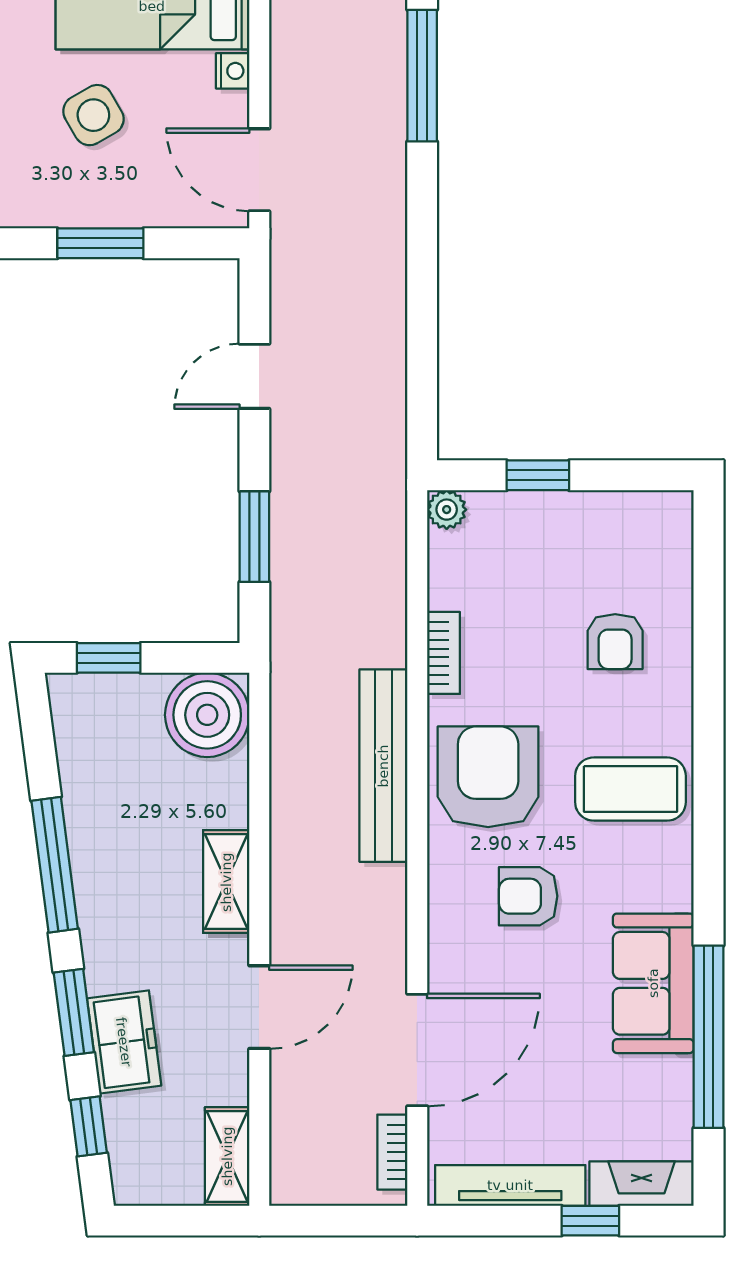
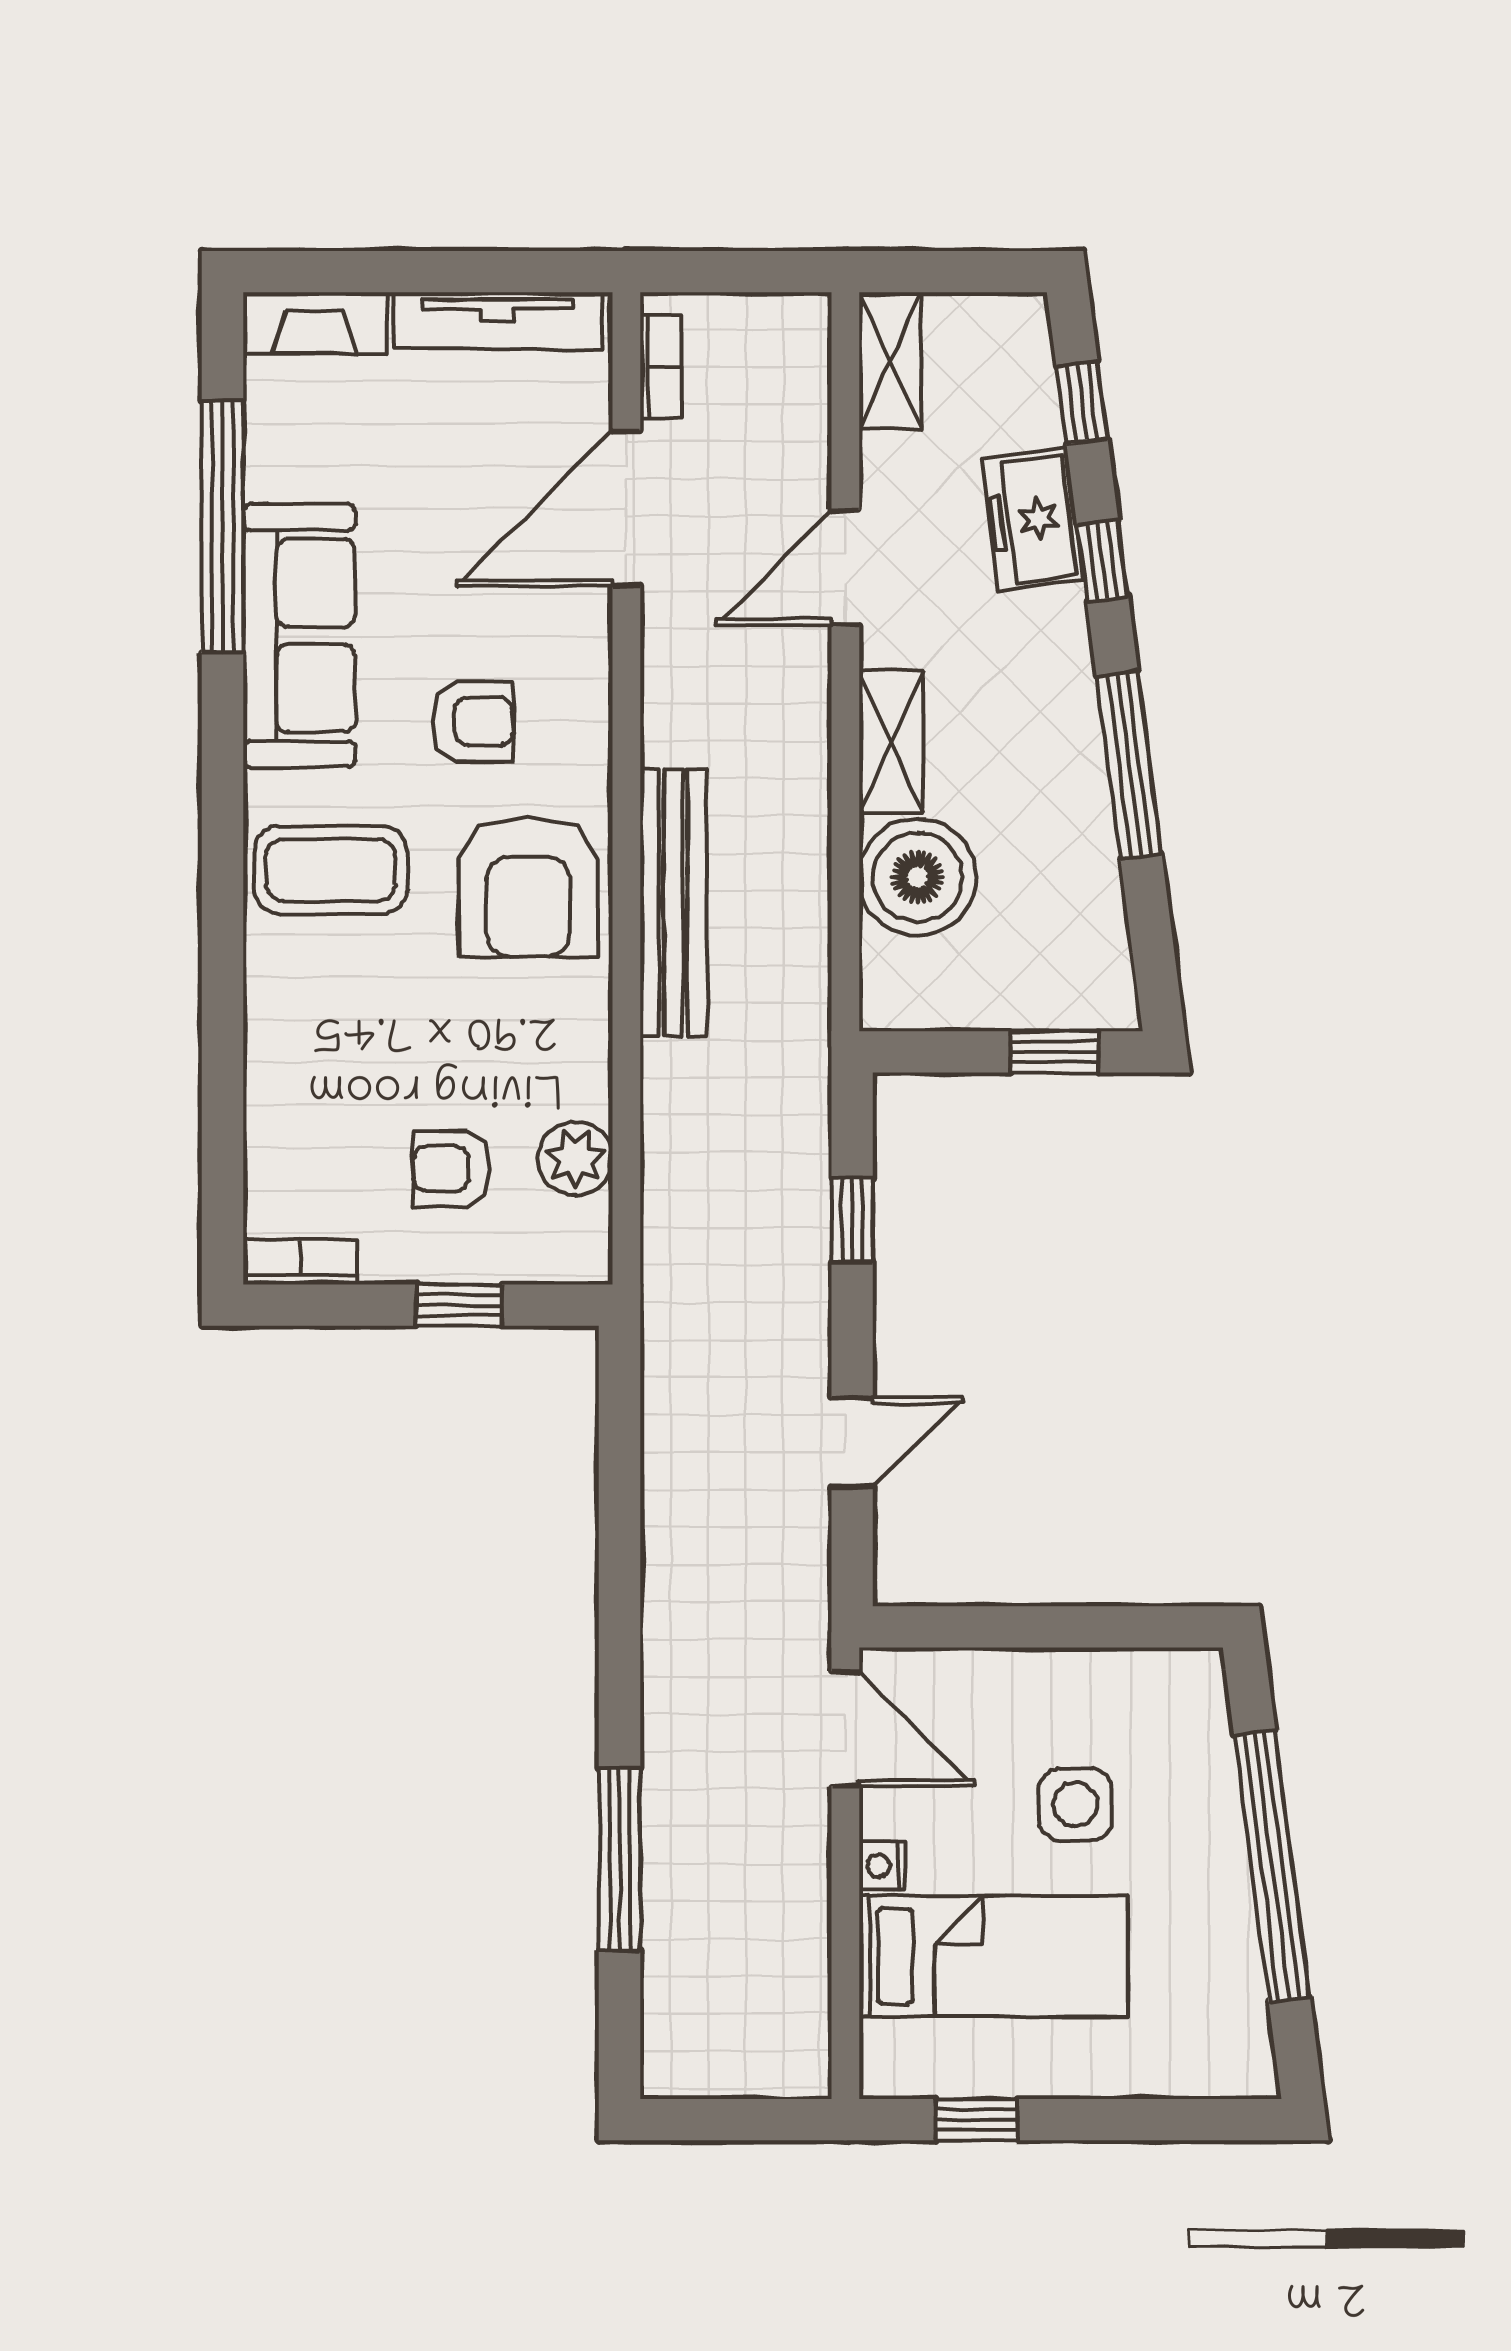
side table: (93, 115) -> (1075, 1804), turned 30
window: (100, 243) -> (1066, 1627), removed
plant: (447, 510) -> (575, 1158), moved, width x1.38, depth x1.38
window: (254, 537) -> (852, 1220), width x0.67
armchair: (615, 642) -> (451, 1169), moved, turned -90
bookcase: (443, 653) -> (300, 1262), moved, turned 90
boiler: (207, 715) -> (918, 877), moved
sofa: (653, 983) -> (299, 636), width x1.36
window: (74, 1012) -> (1102, 560), width x0.67
window: (590, 1221) -> (386, 272), removed

